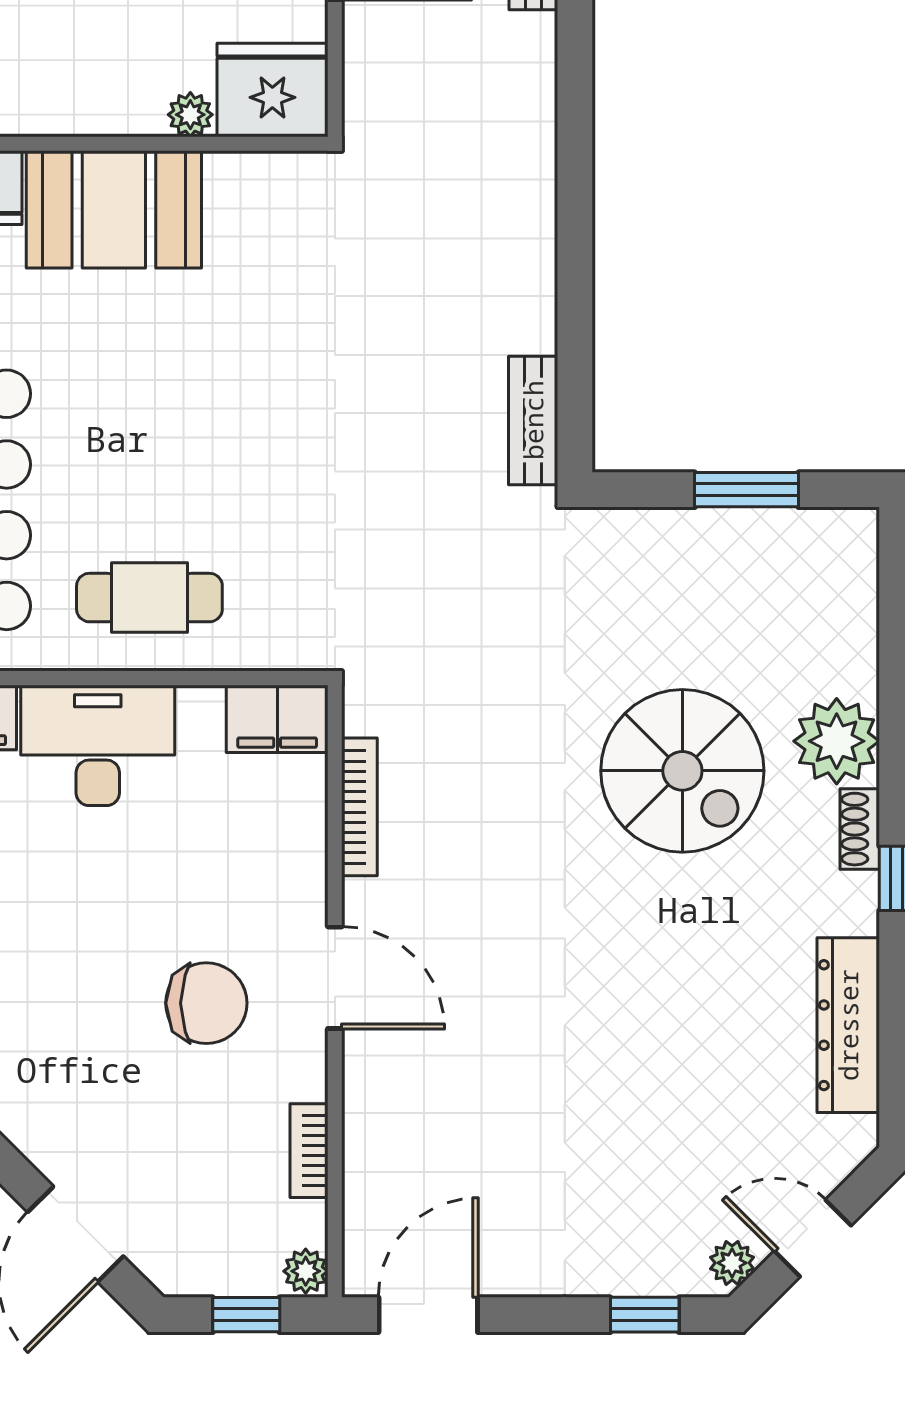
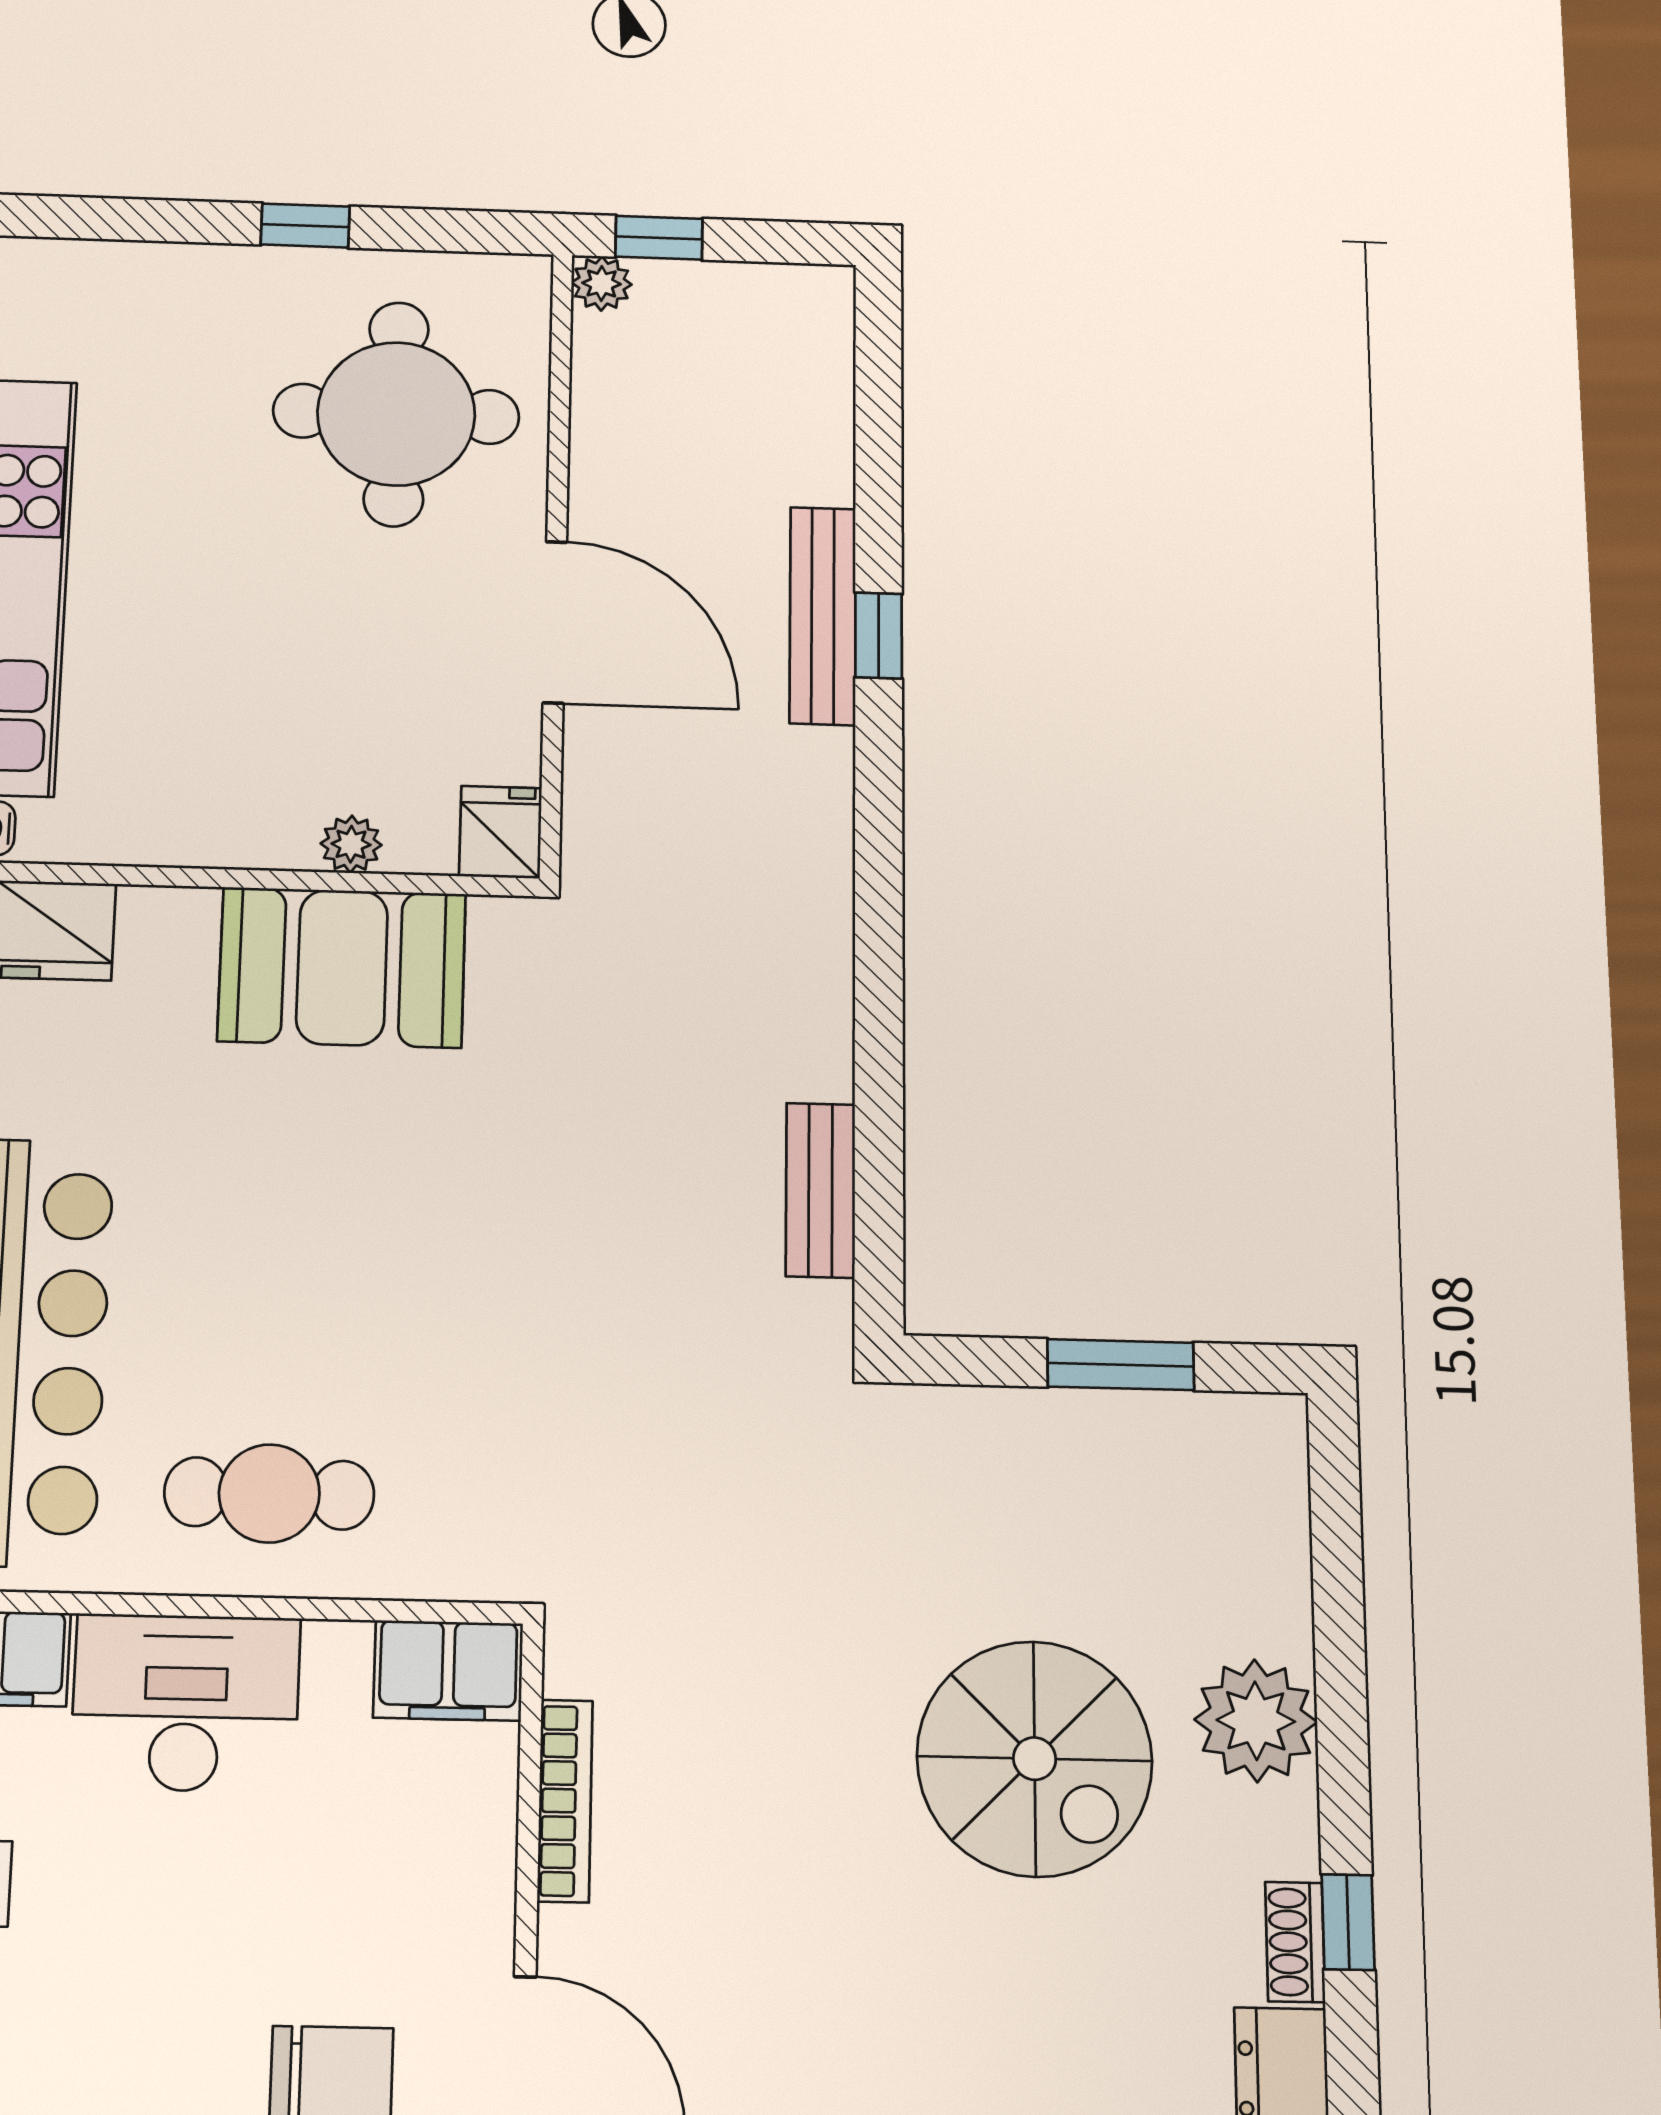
fridge: (272, 90) -> (500, 832), width x0.53, depth x0.75
booth: (114, 209) -> (342, 967), moved
bench: (533, 420) -> (820, 1190), moved
shoe rack: (860, 829) -> (1295, 1942), moved

